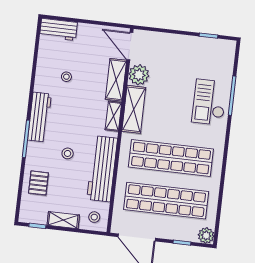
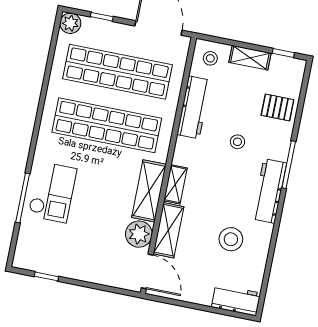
stool: (66, 77) -> (231, 239), width x1.89, depth x1.89
workbench: (102, 169) -> (194, 107), width x0.73, depth x0.76
pallet: (38, 183) -> (277, 107), turned 90

